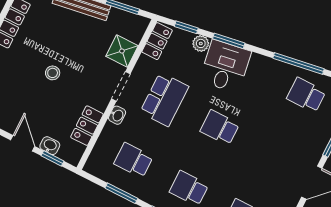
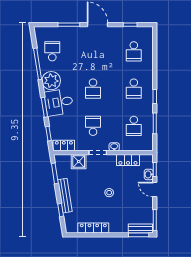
plant: (201, 43) -> (51, 81), moved, width x1.87, depth x1.87
school desk: (306, 95) -> (52, 51), turned 180
school desk: (164, 99) -> (93, 126), width x0.54
door: (23, 143) -> (155, 190), hinge flipped

